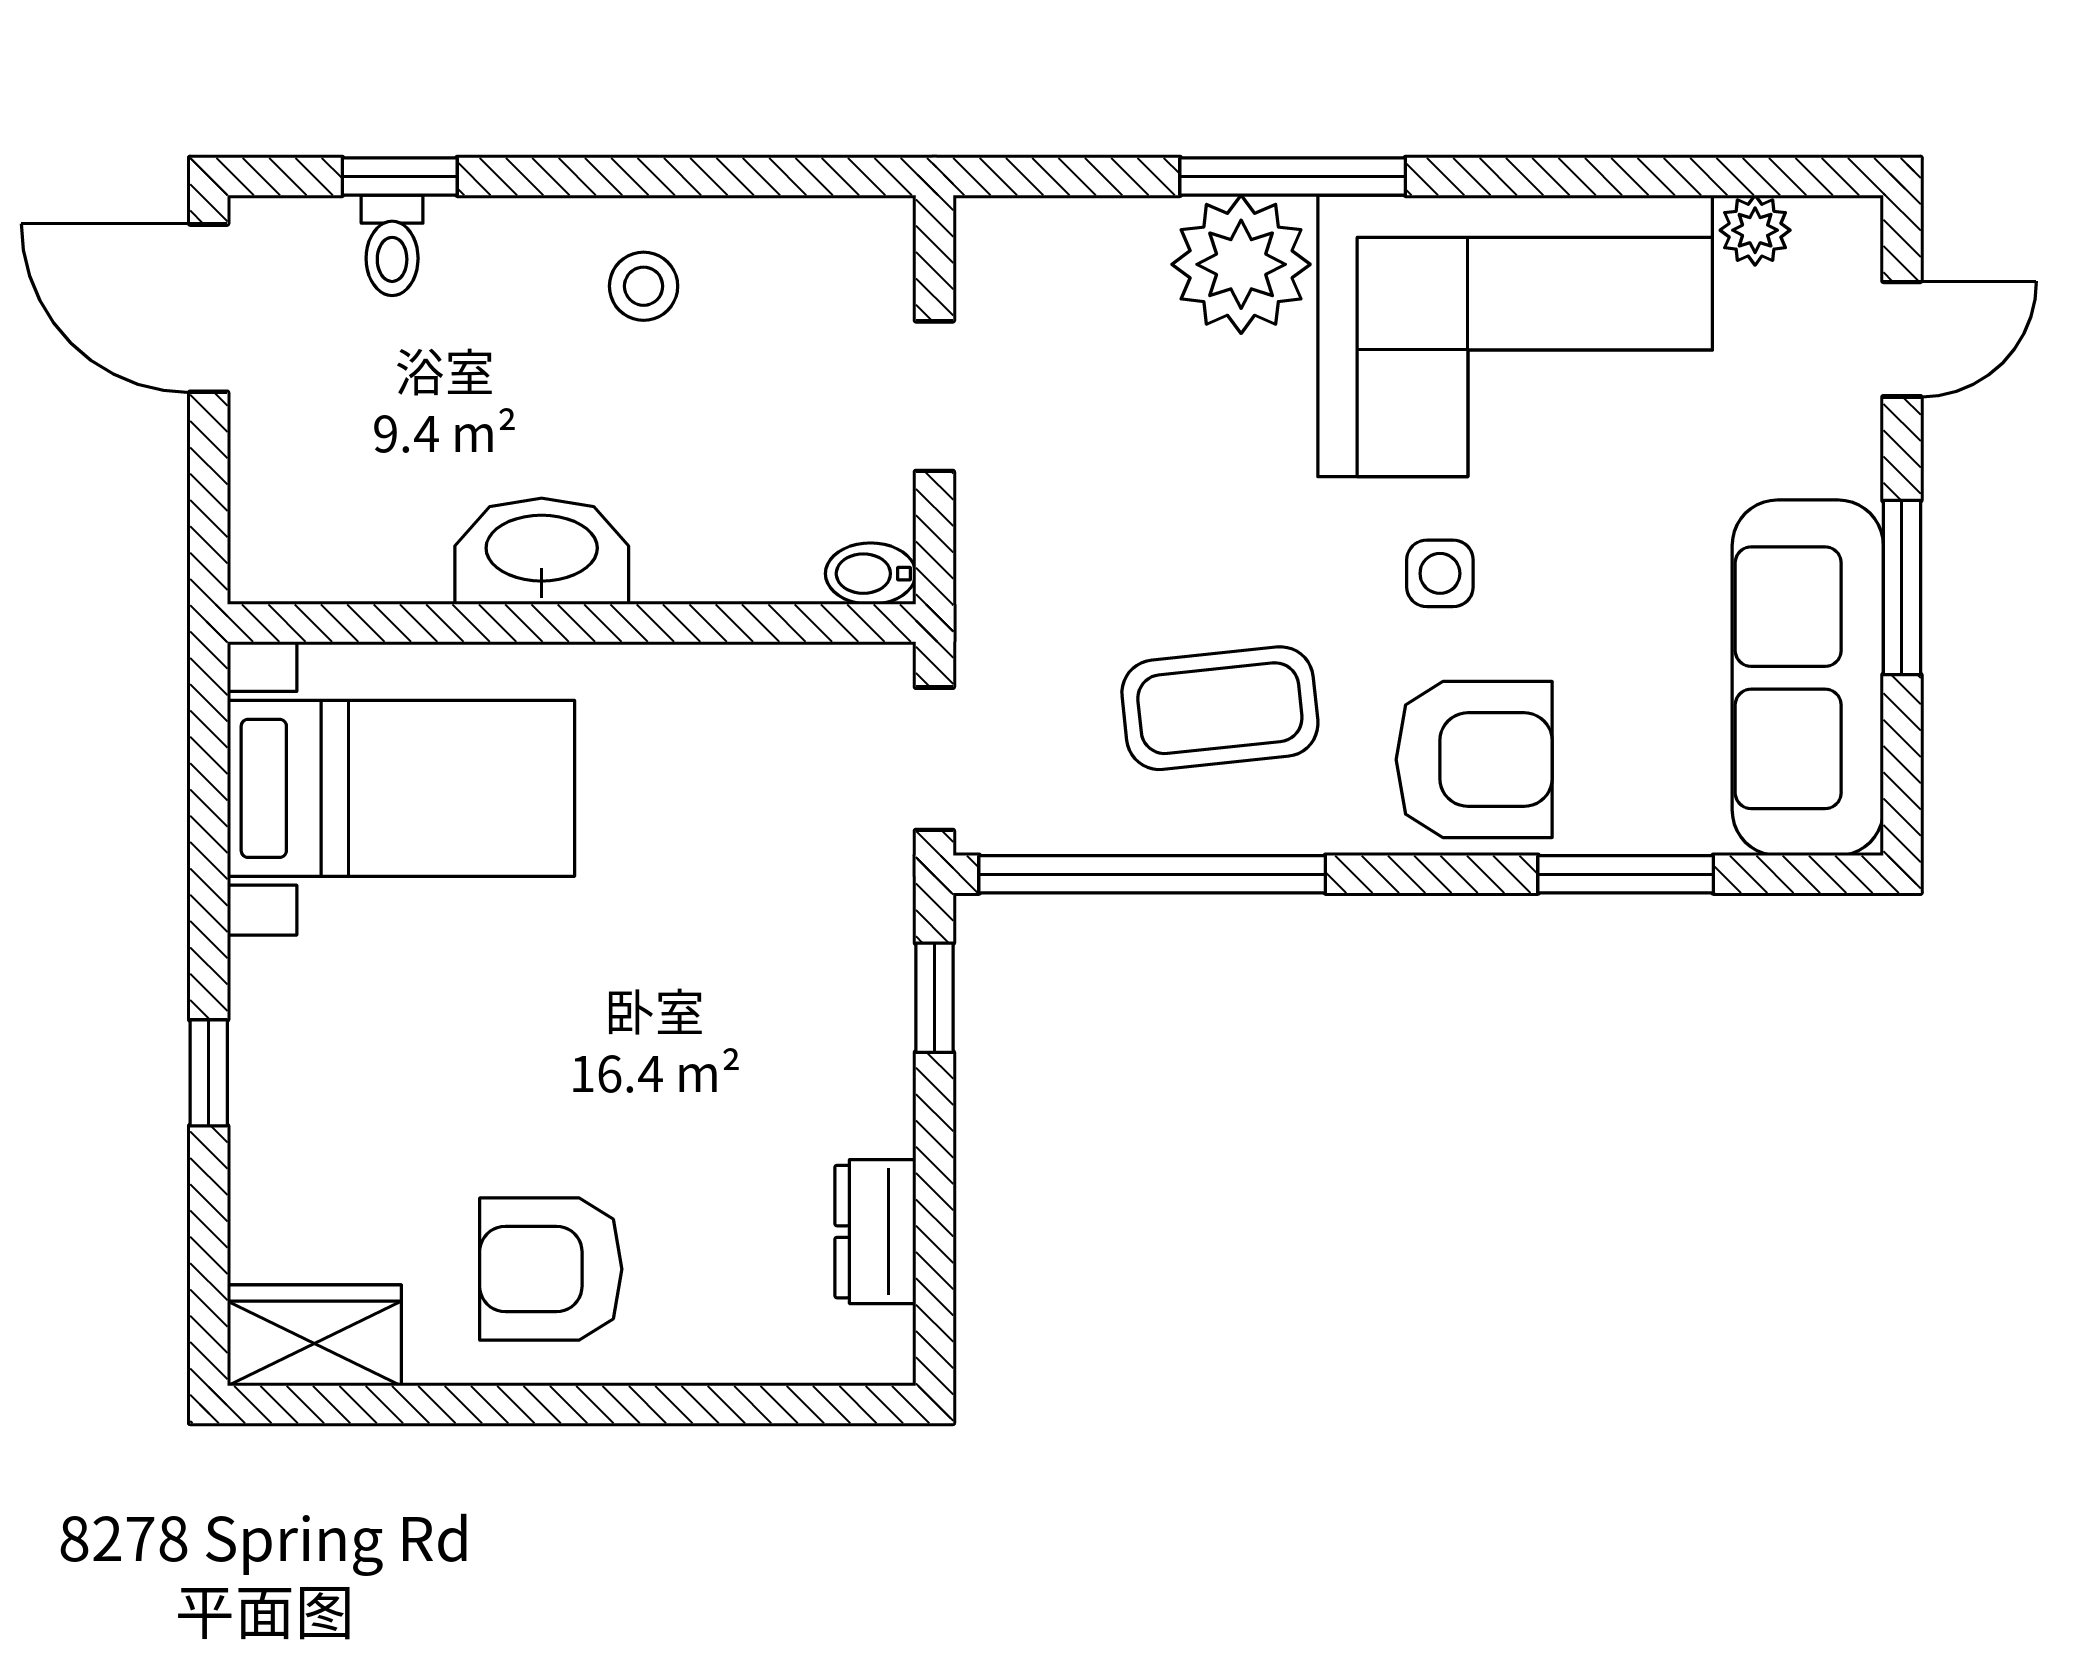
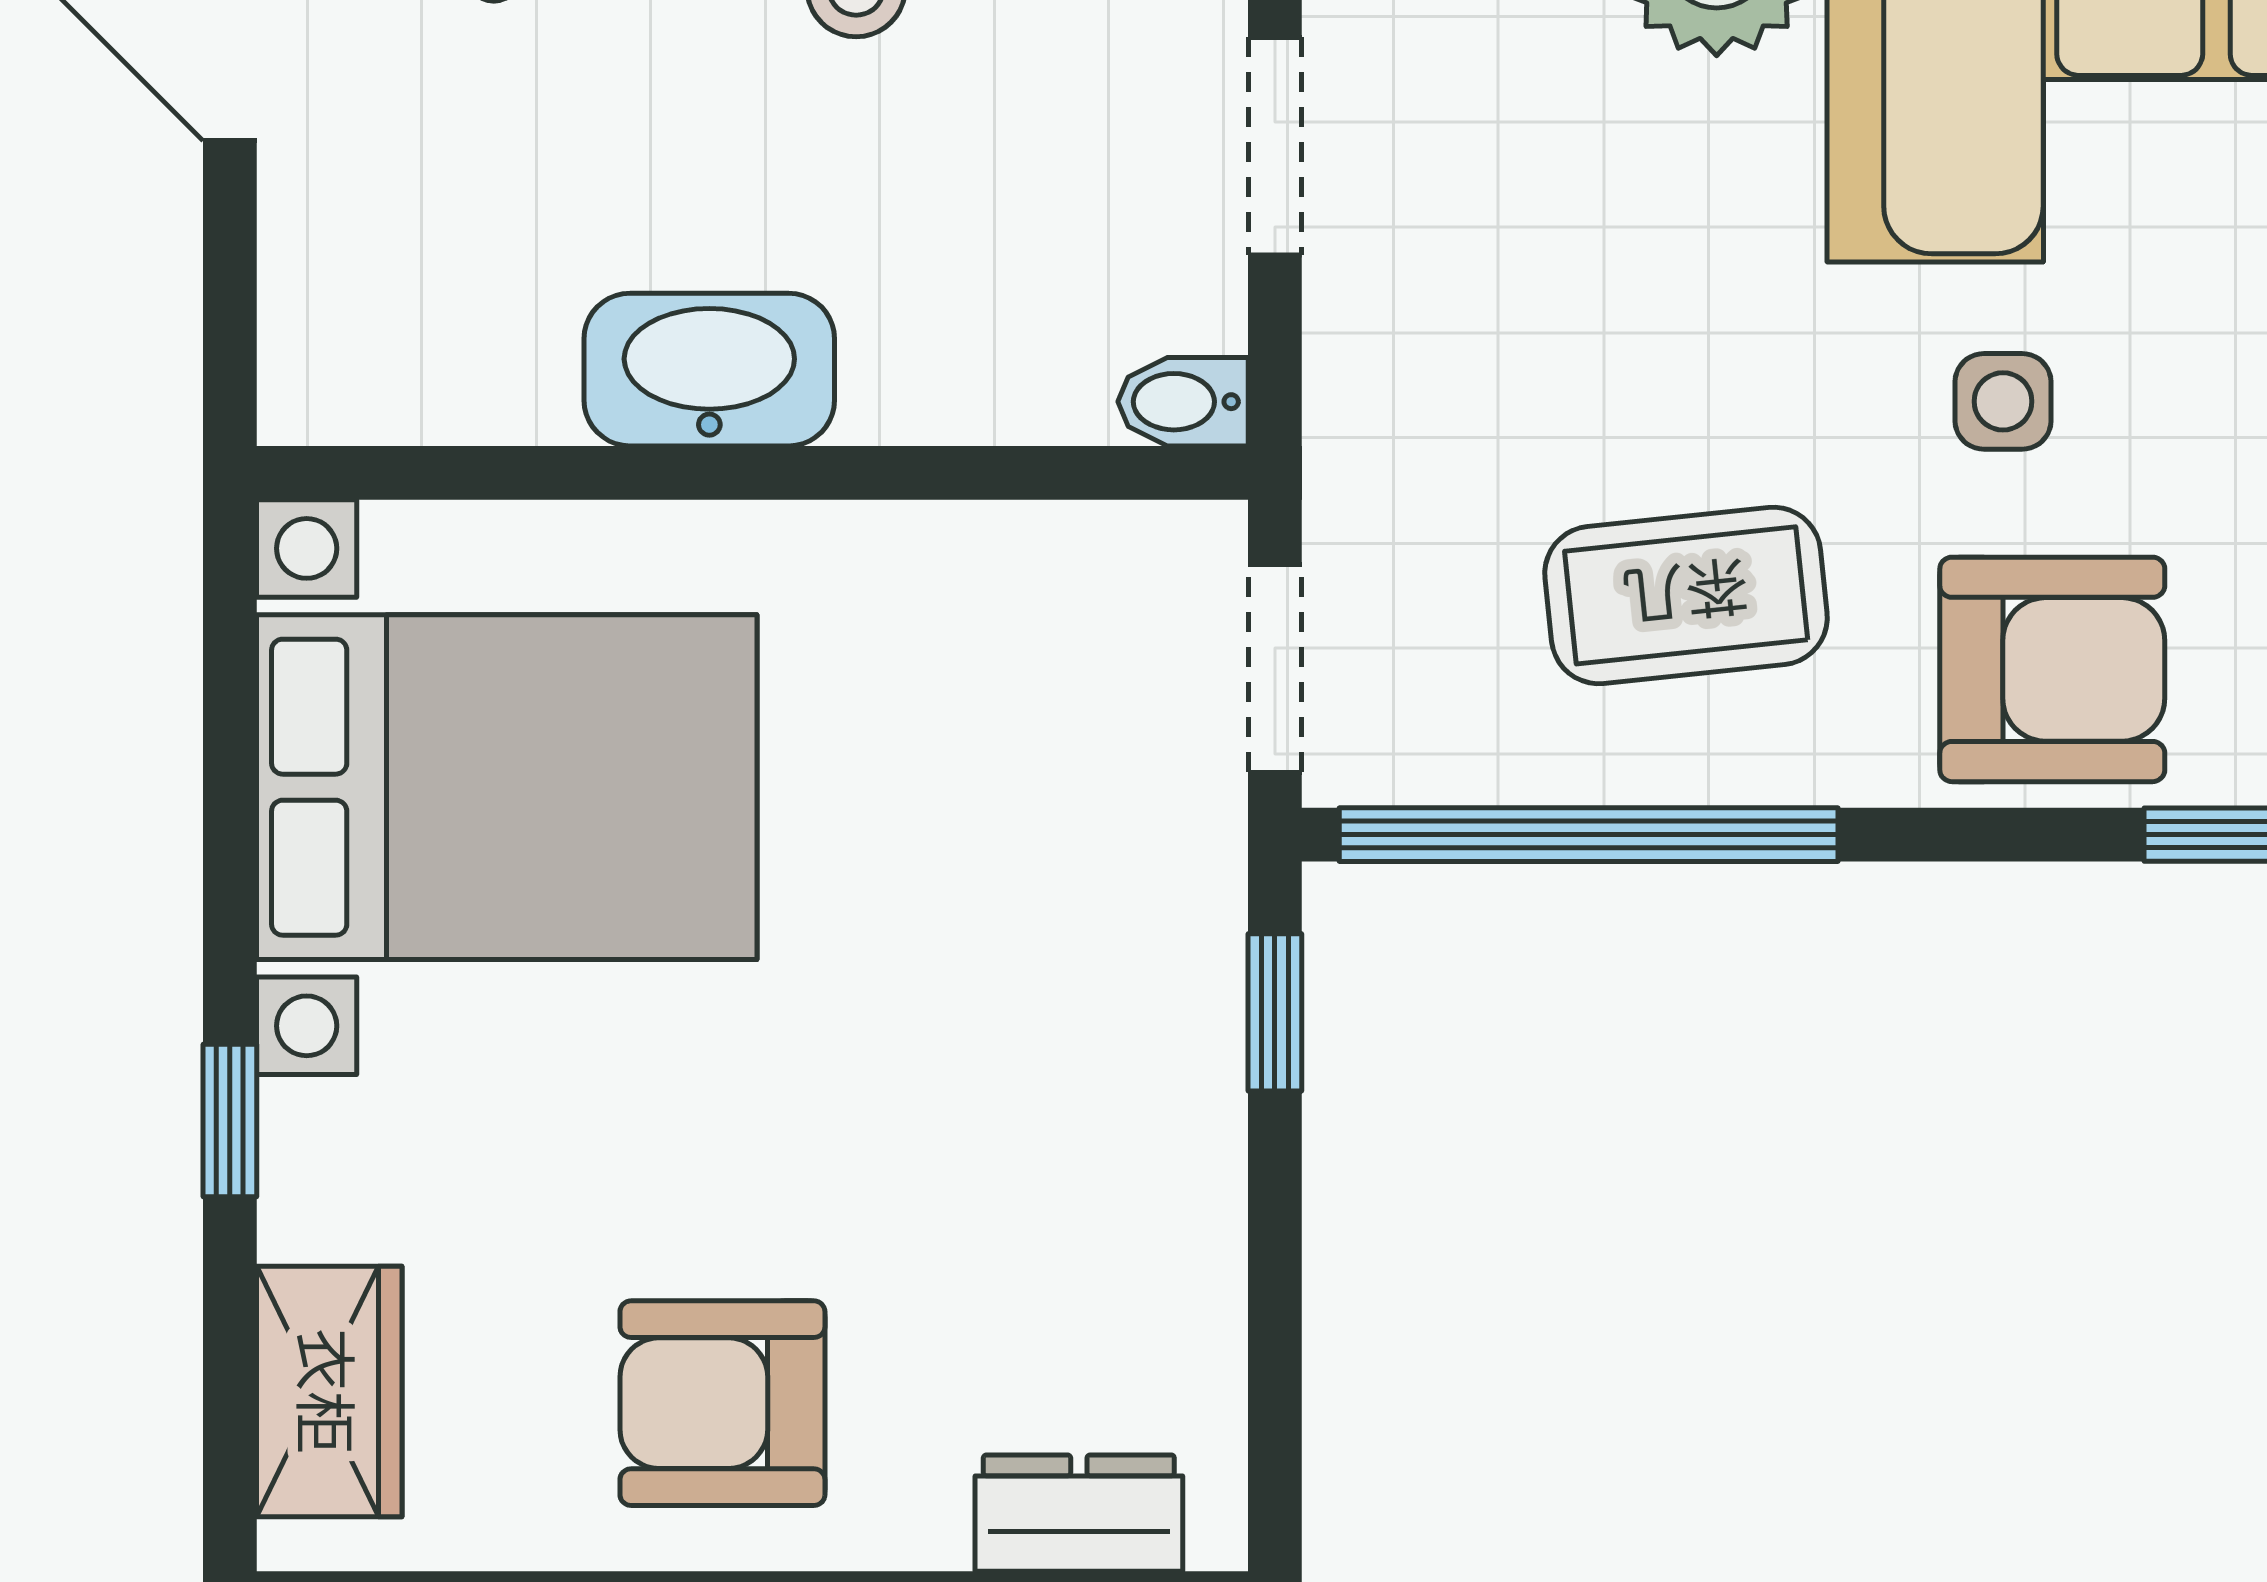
bed with nightstands: (401, 788) -> (507, 787), width x1.36
dresser: (875, 1232) -> (1079, 1513), moved, turned 90
wardrobe: (314, 1335) -> (329, 1391), moved, turned 90

